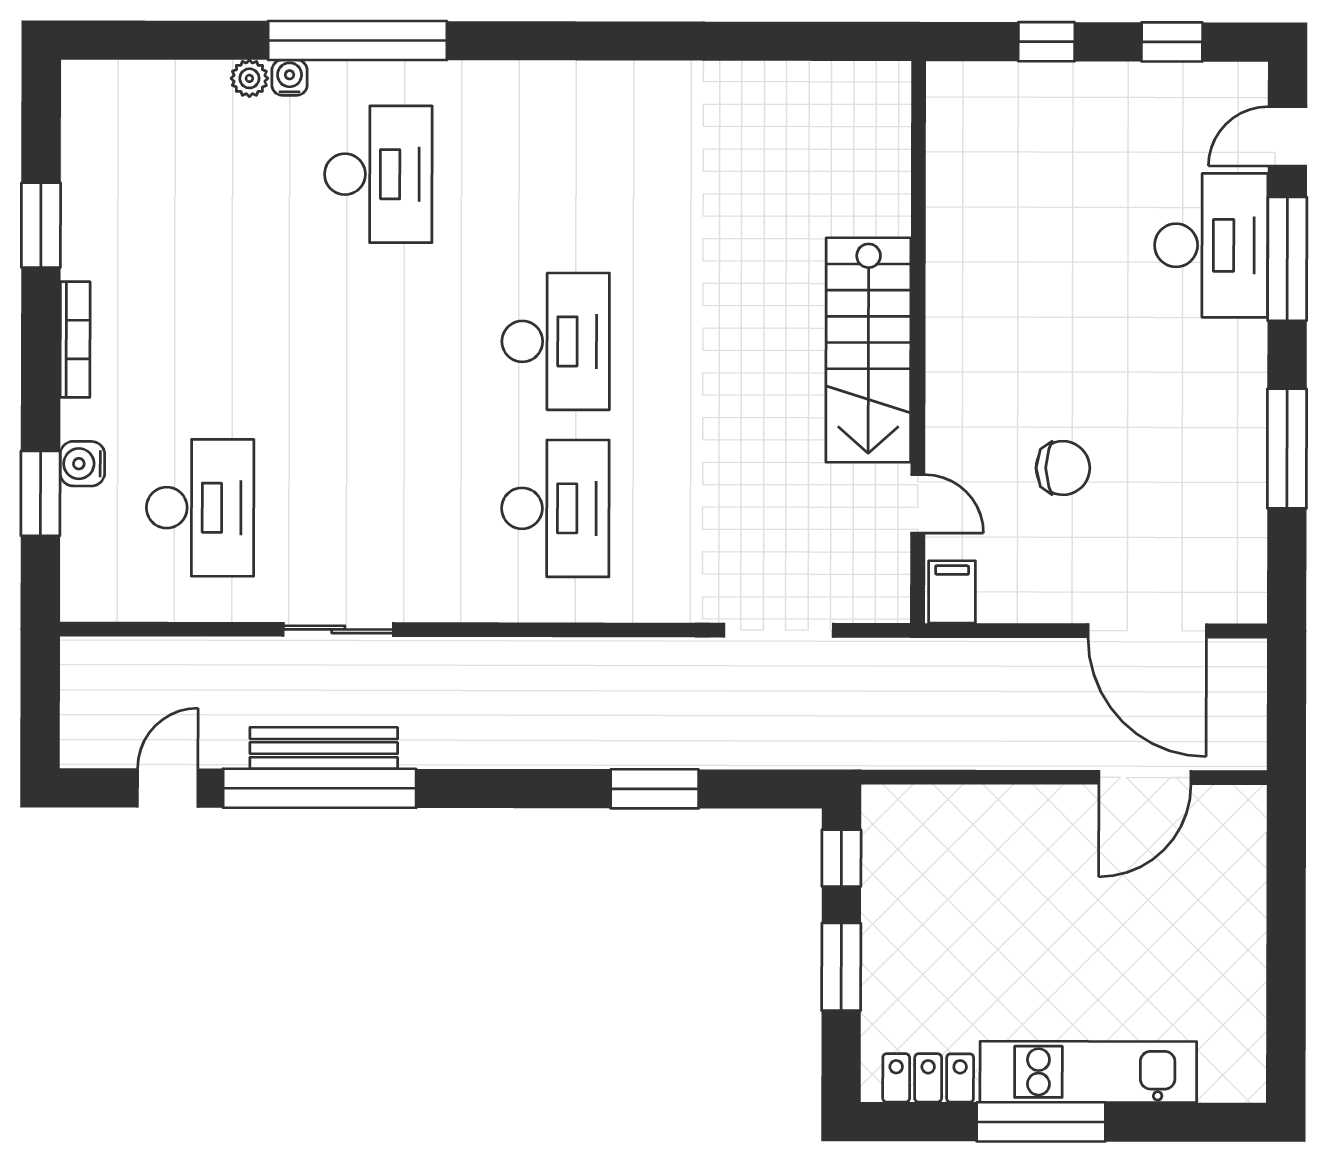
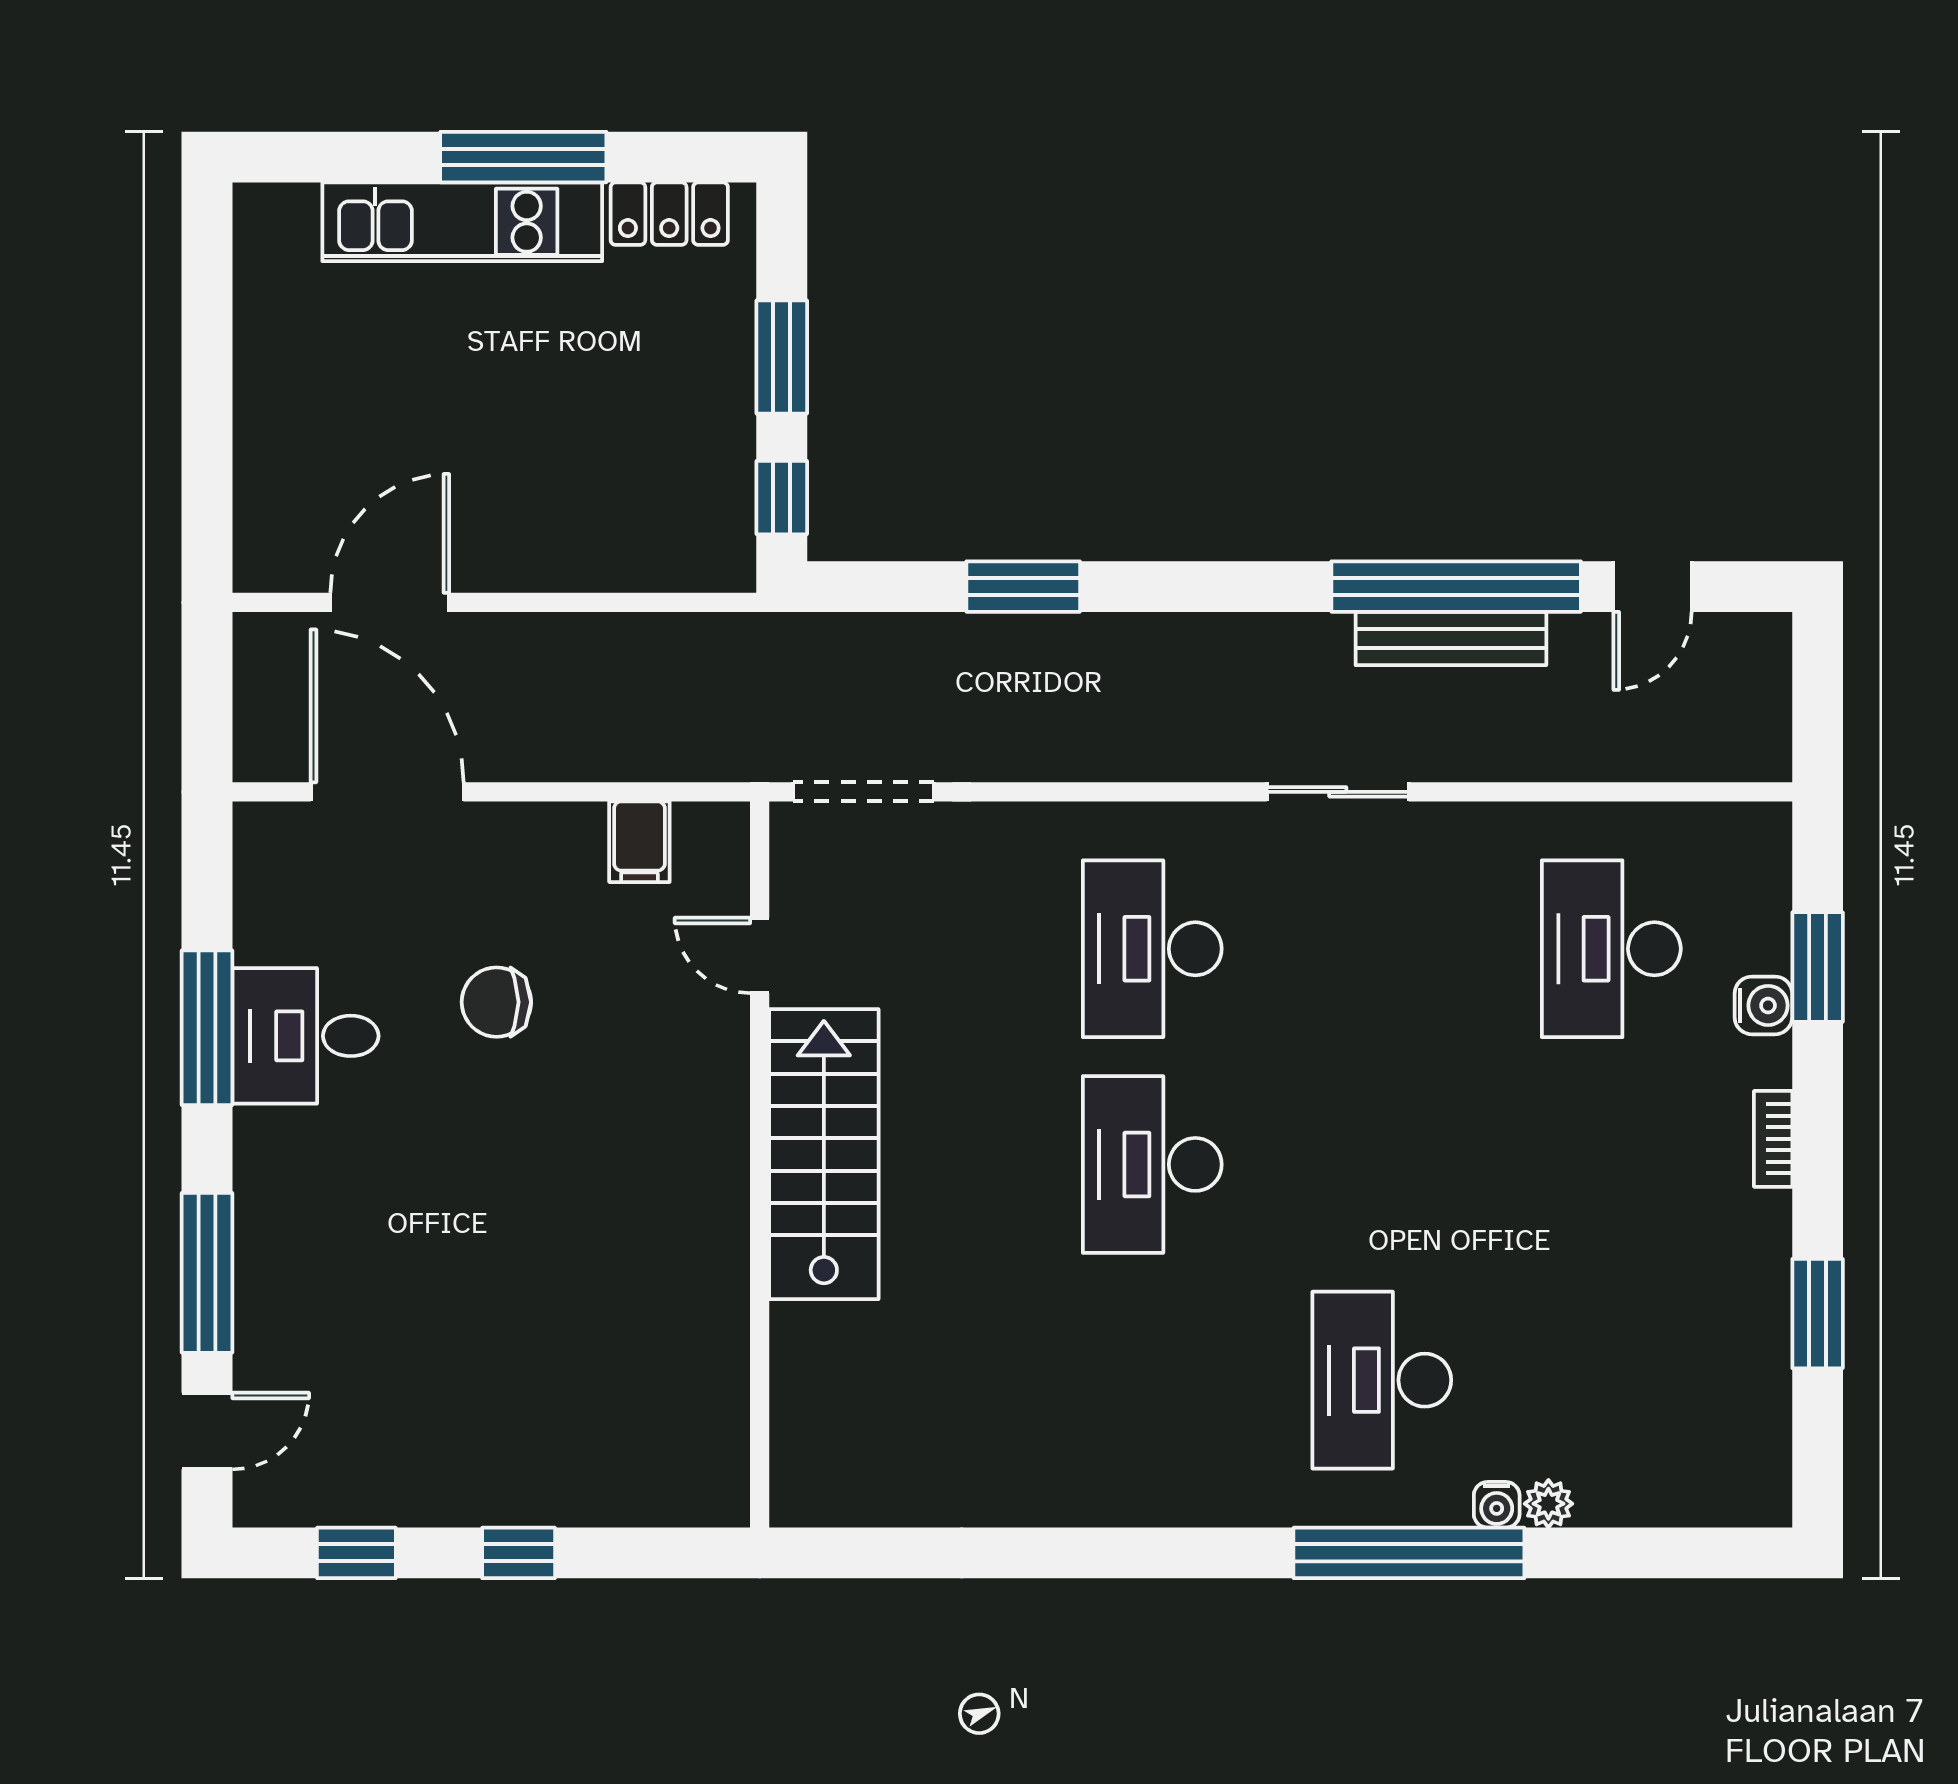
desk: (1211, 245) -> (305, 1036), moved, width x0.73
bookcase: (75, 340) -> (1773, 1139), width x0.64
wall: (918, 342) -> (760, 1164), moved
stairs: (868, 350) -> (824, 1154), moved
door: (918, 504) -> (760, 955), moved
sliding door: (338, 629) -> (1338, 792), moved

